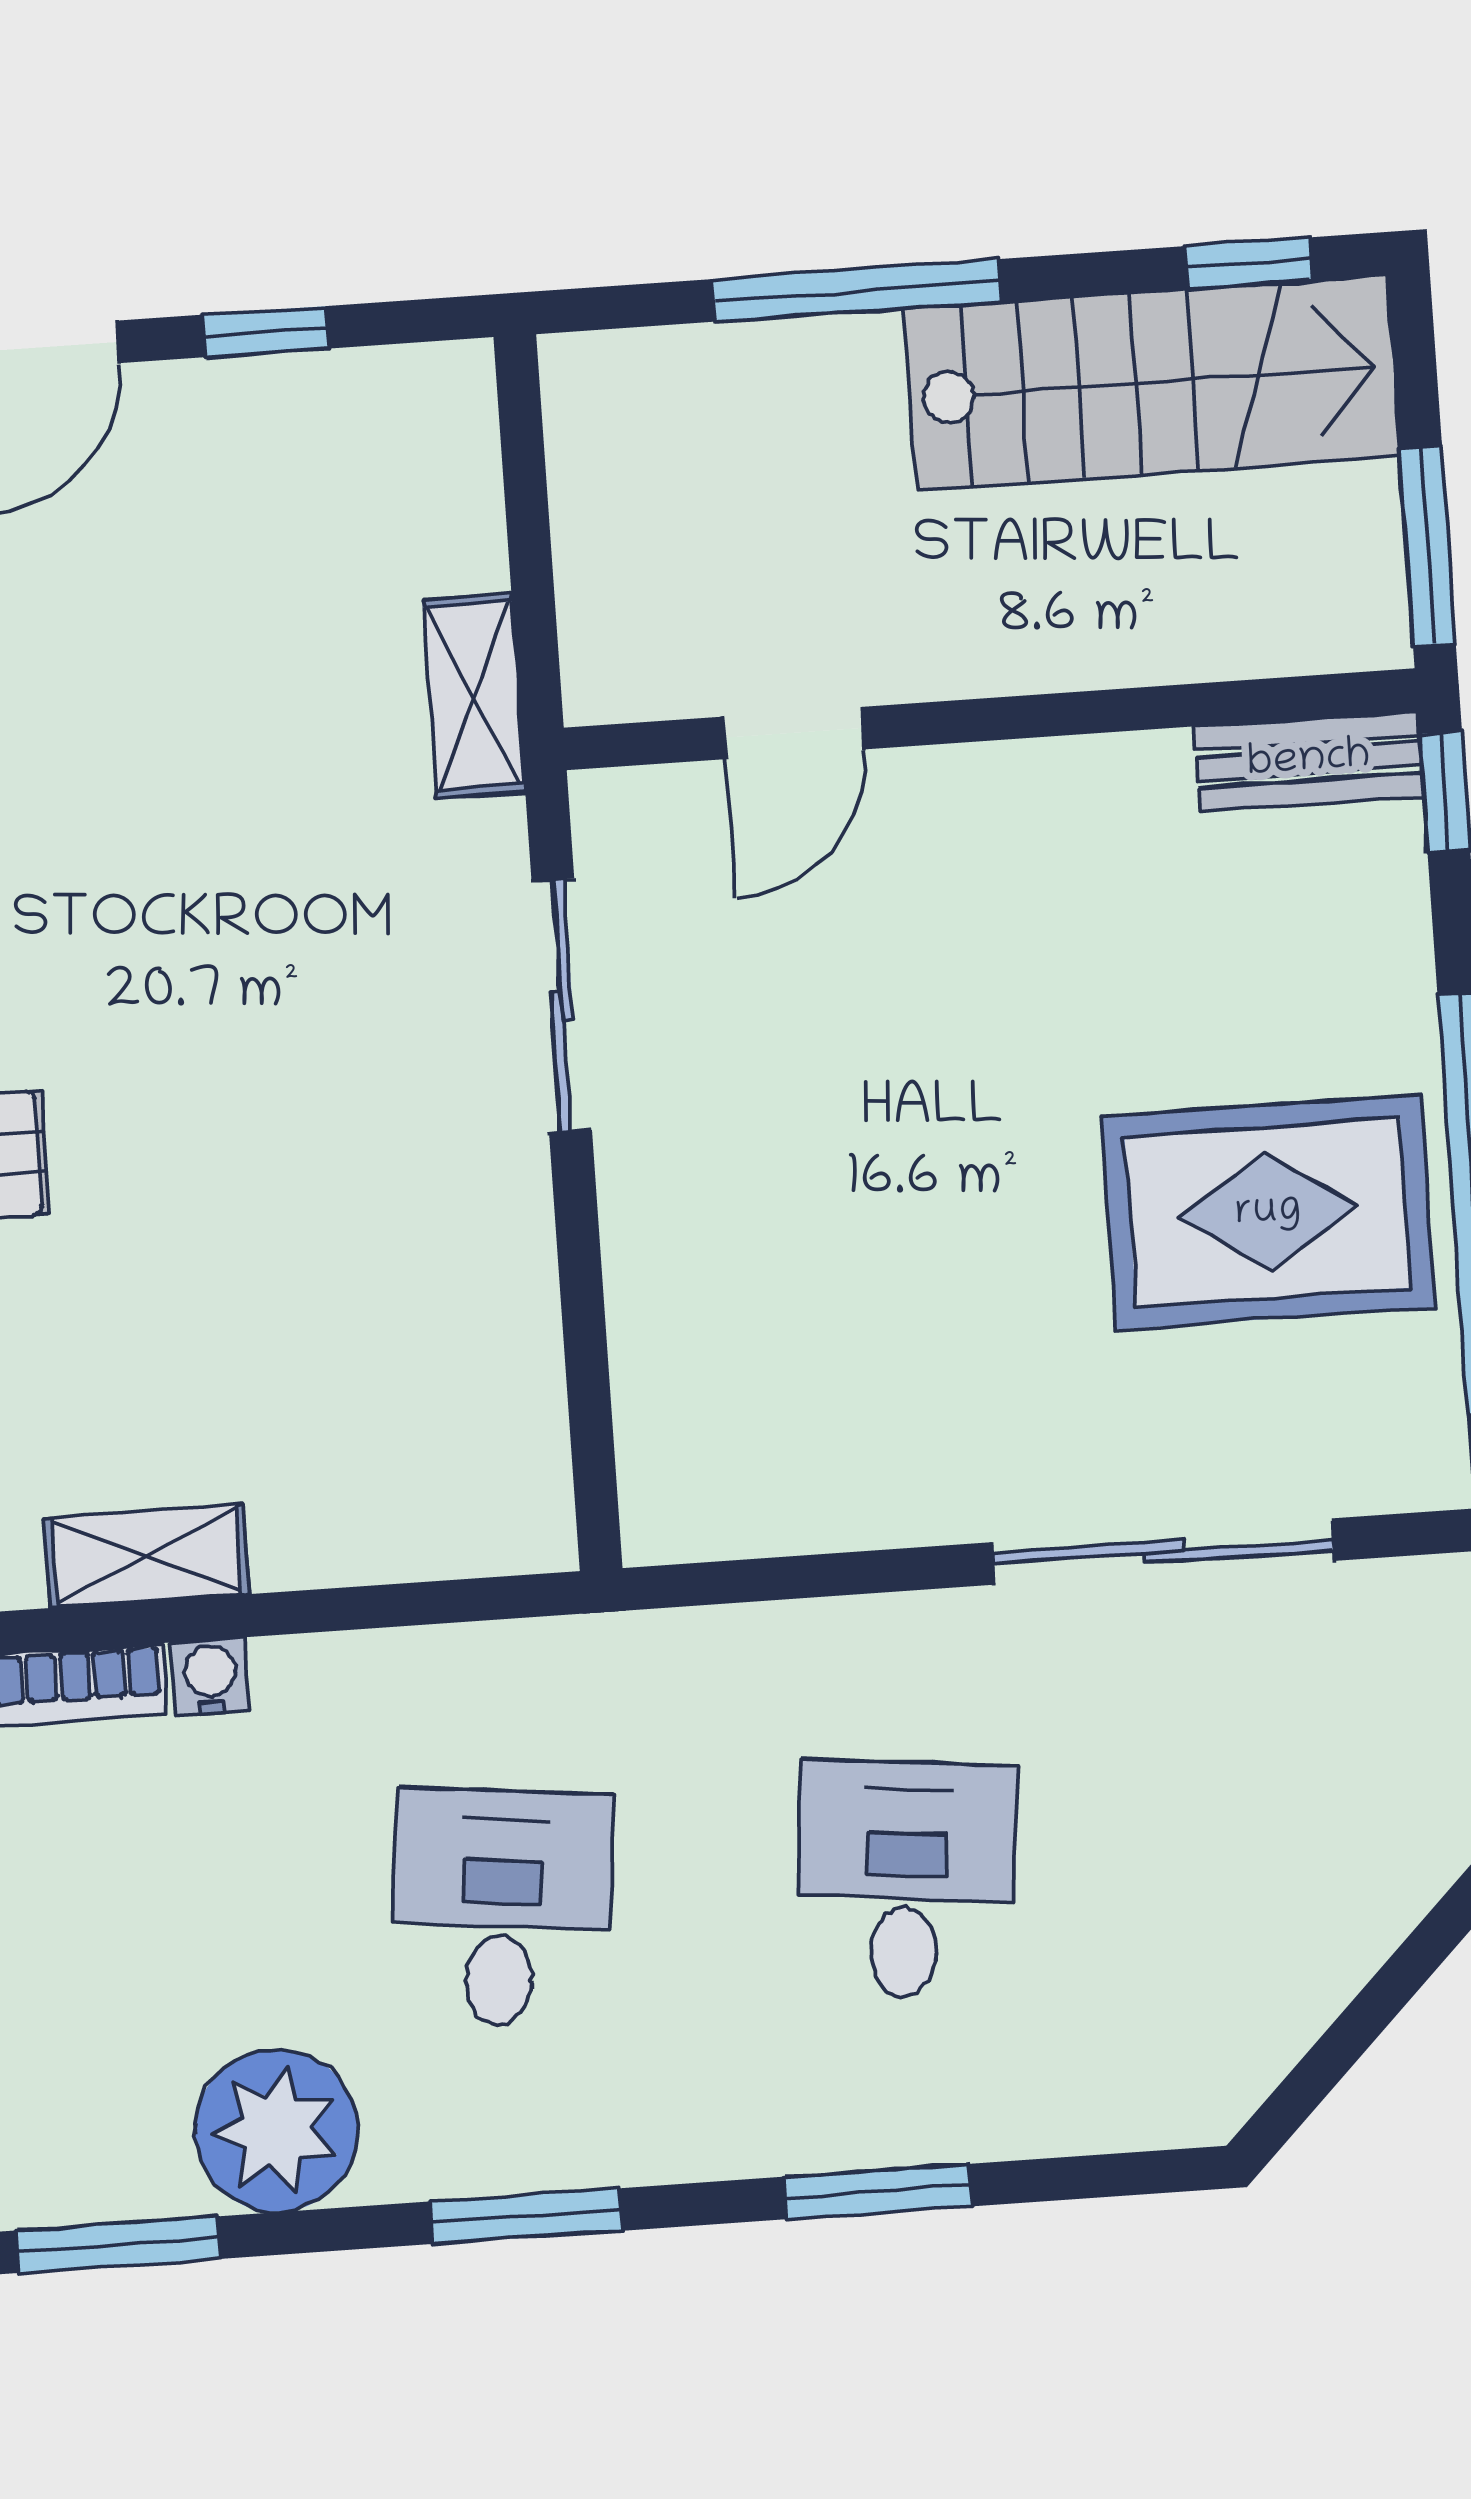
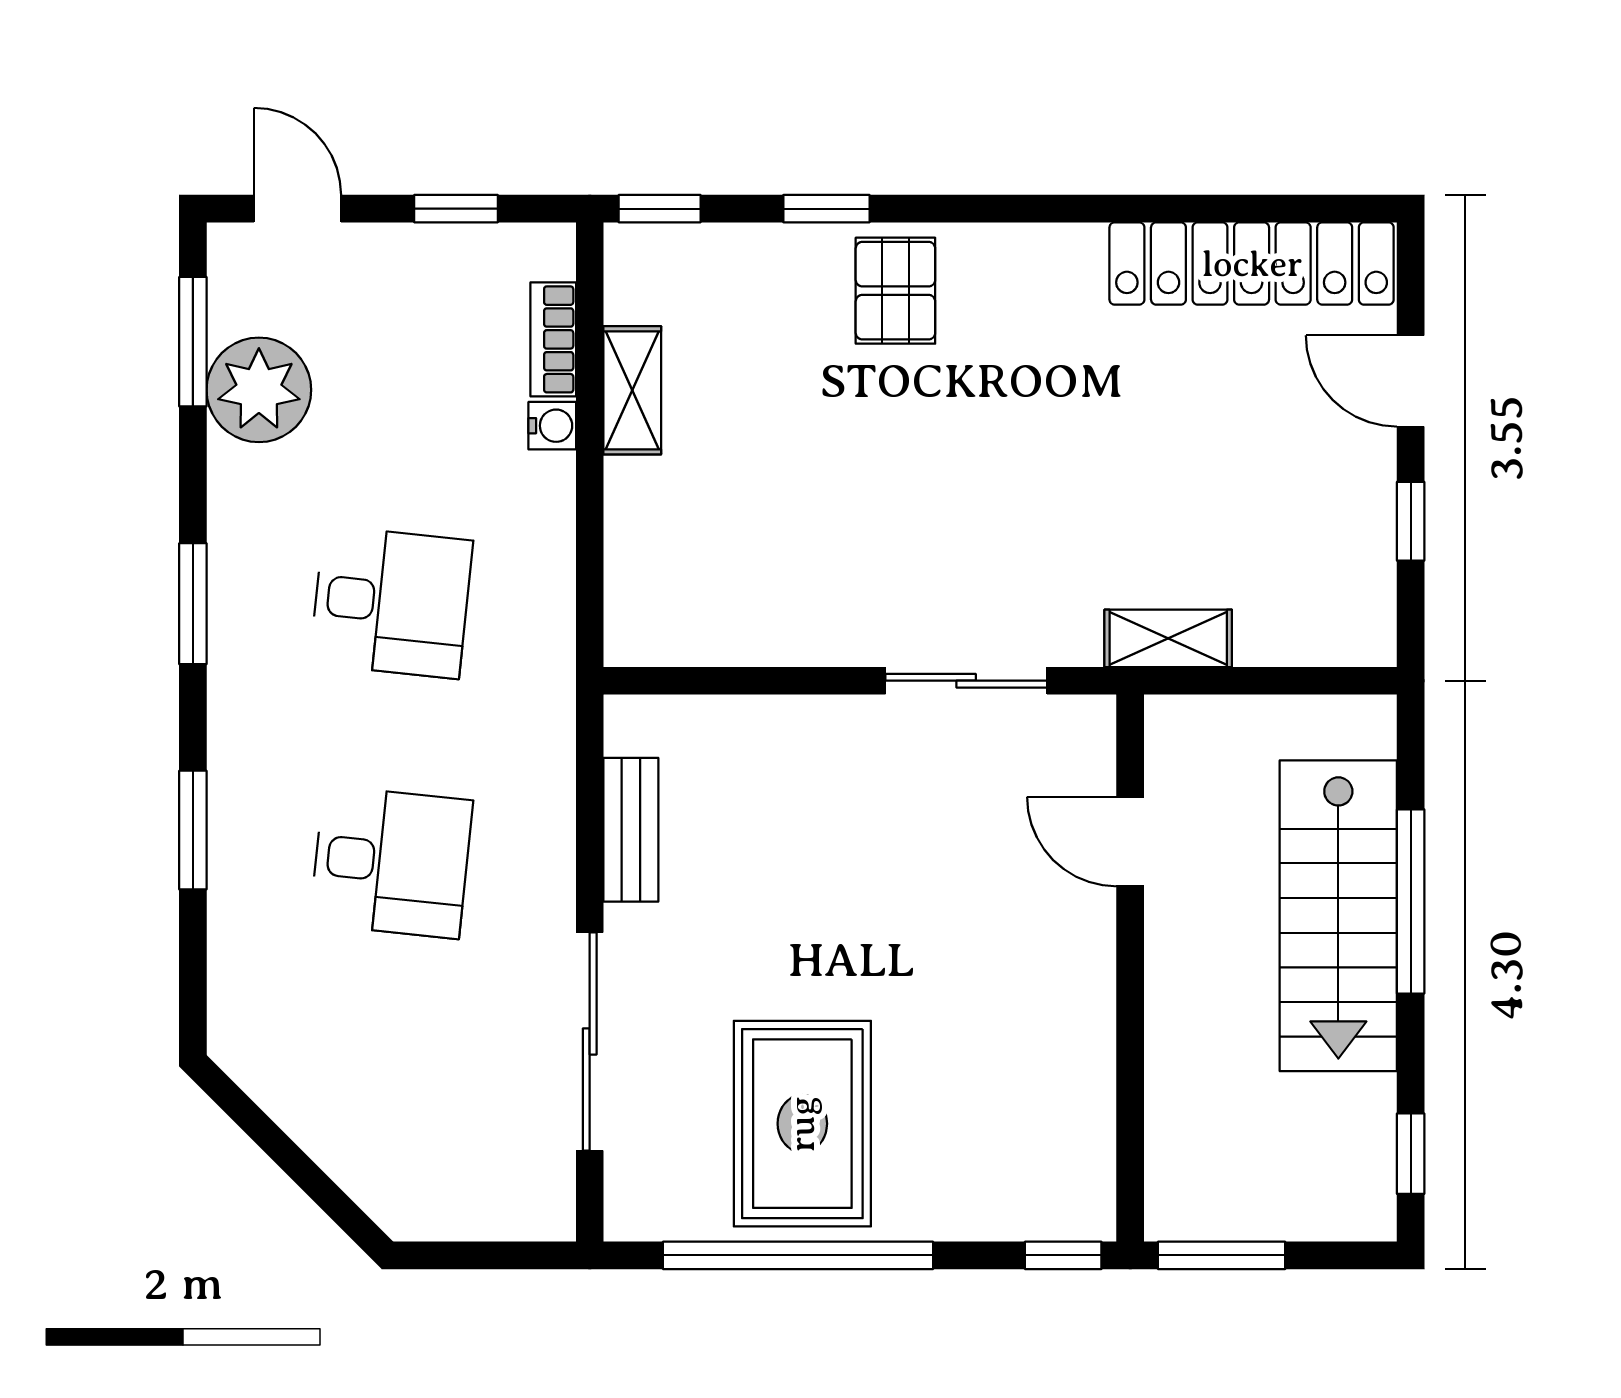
stairs: (1152, 383) -> (1338, 916), moved
bench: (1309, 761) -> (631, 830), moved
plant: (276, 2130) -> (259, 390), moved

